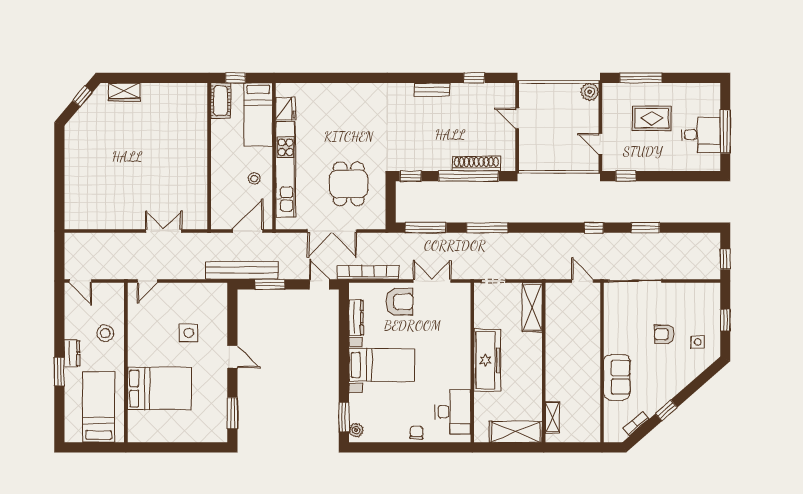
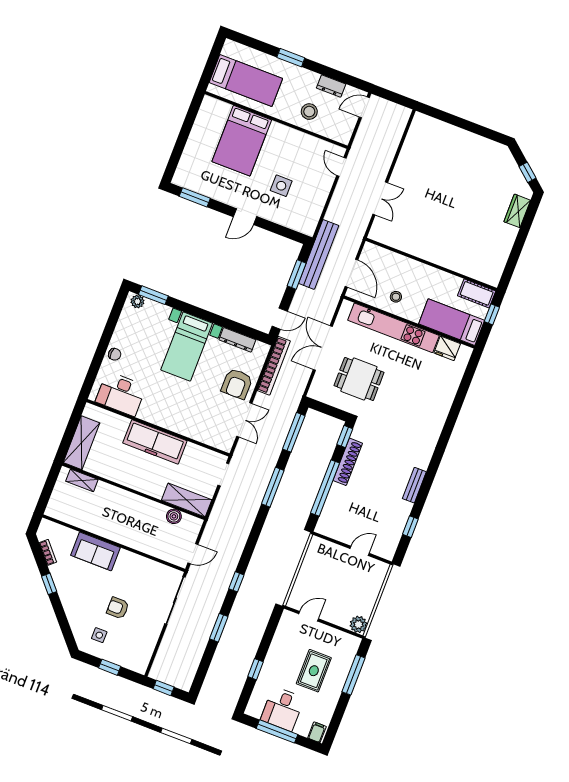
filing cabinet: (711, 92) -> (317, 732), added
shoe rack: (476, 164) -> (348, 462), moved
window: (626, 176) -> (256, 669), moved
boiler: (553, 314) -> (174, 516), added
armchair: (664, 334) -> (118, 608), turned -90
dresser: (72, 353) -> (331, 86), moved

